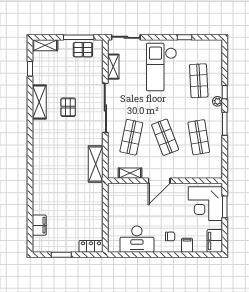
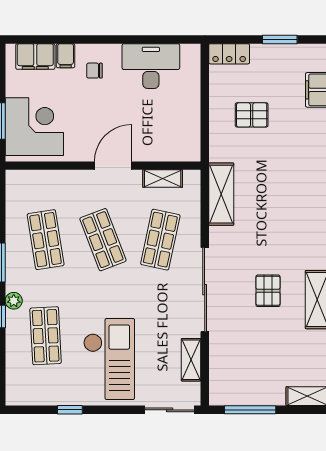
pallet: (83, 50) -> (252, 115), moved
filing cabinet: (215, 241) -> (35, 57), moved, turned 90

